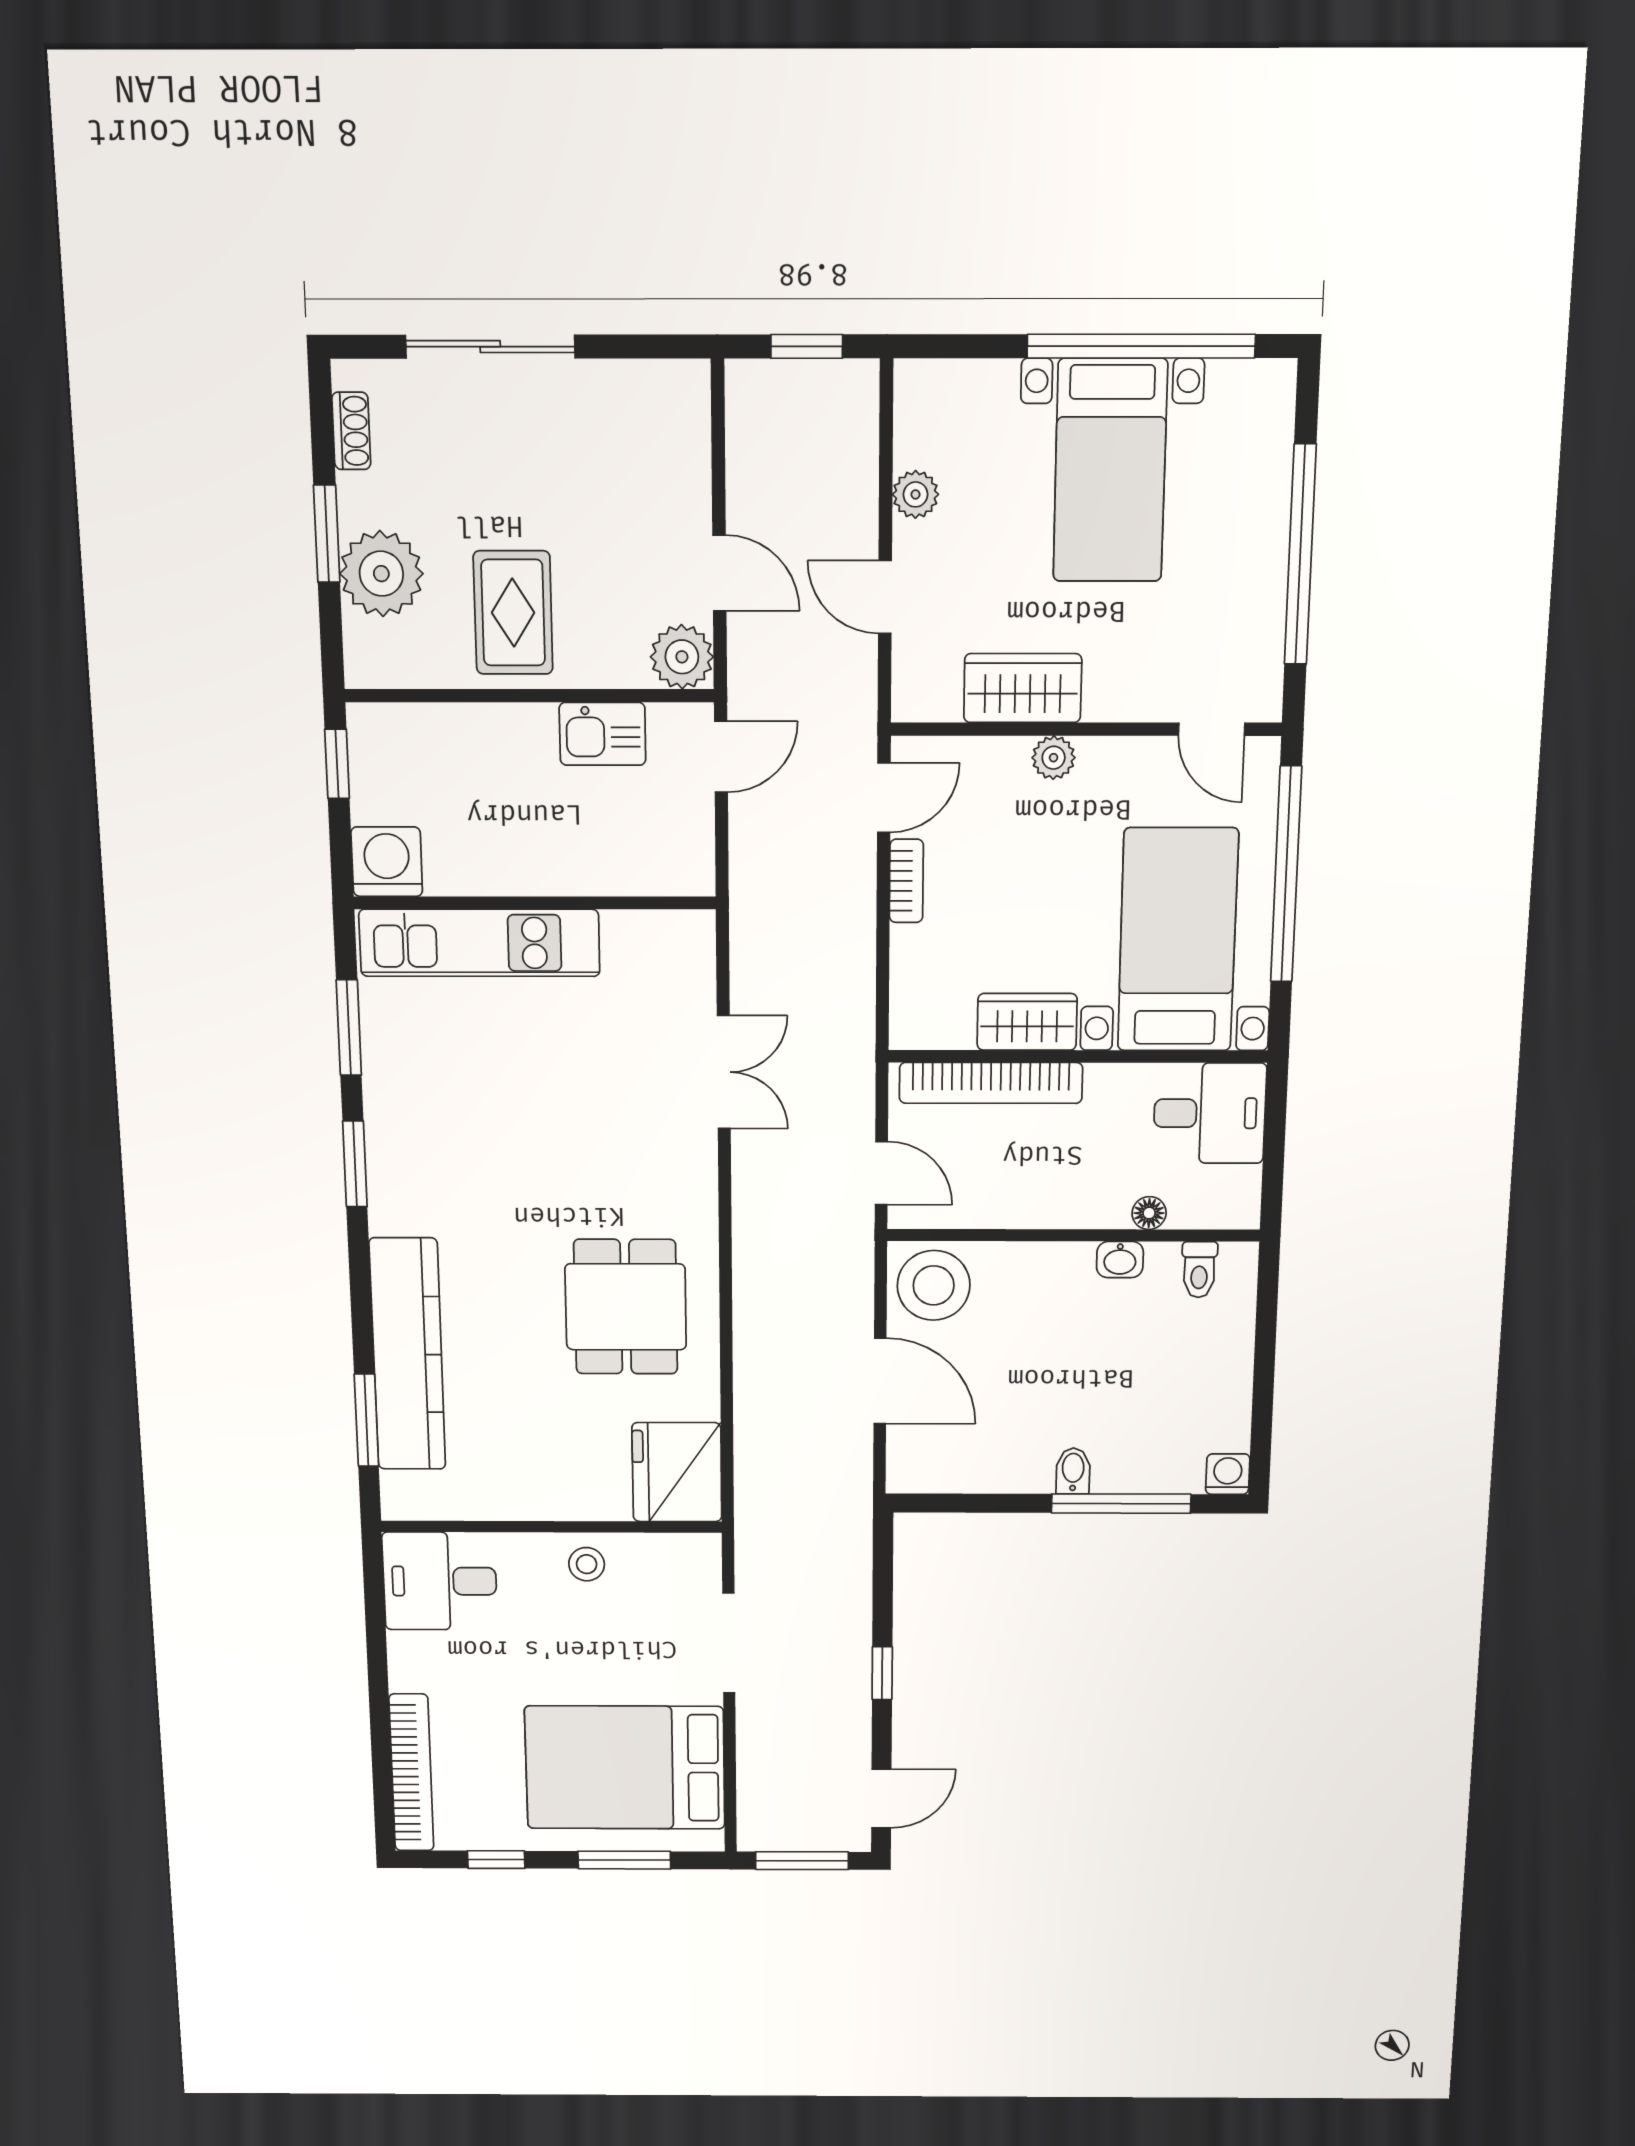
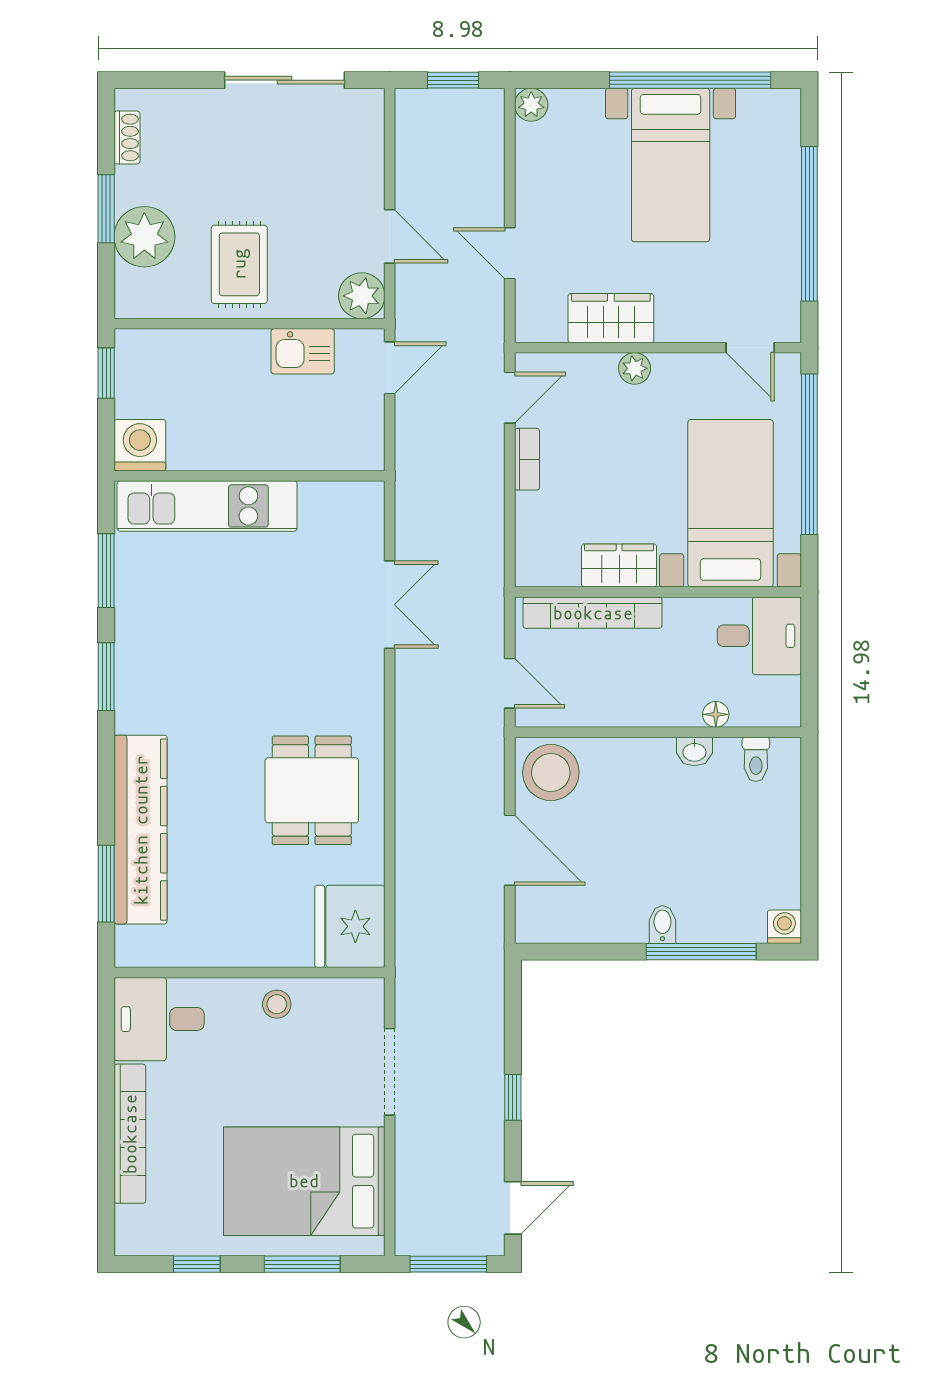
sliding door: (490, 347) -> (284, 80), moved
plant: (915, 494) -> (531, 105), moved
bookcase: (411, 1773) -> (130, 1134), moved

